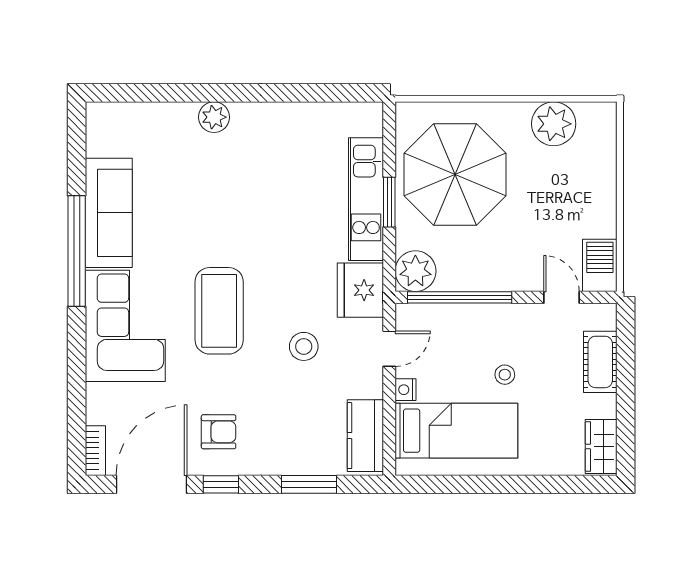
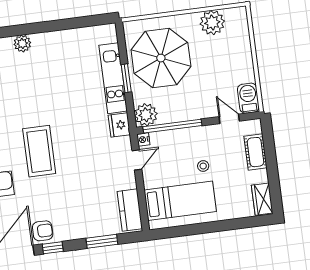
fridge: (360, 290) -> (119, 125), width x0.73, depth x0.75
stool: (304, 346) -> (89, 165), removed
nightstand: (405, 390) -> (143, 140), moved
armchair: (219, 432) -> (43, 231), moved

